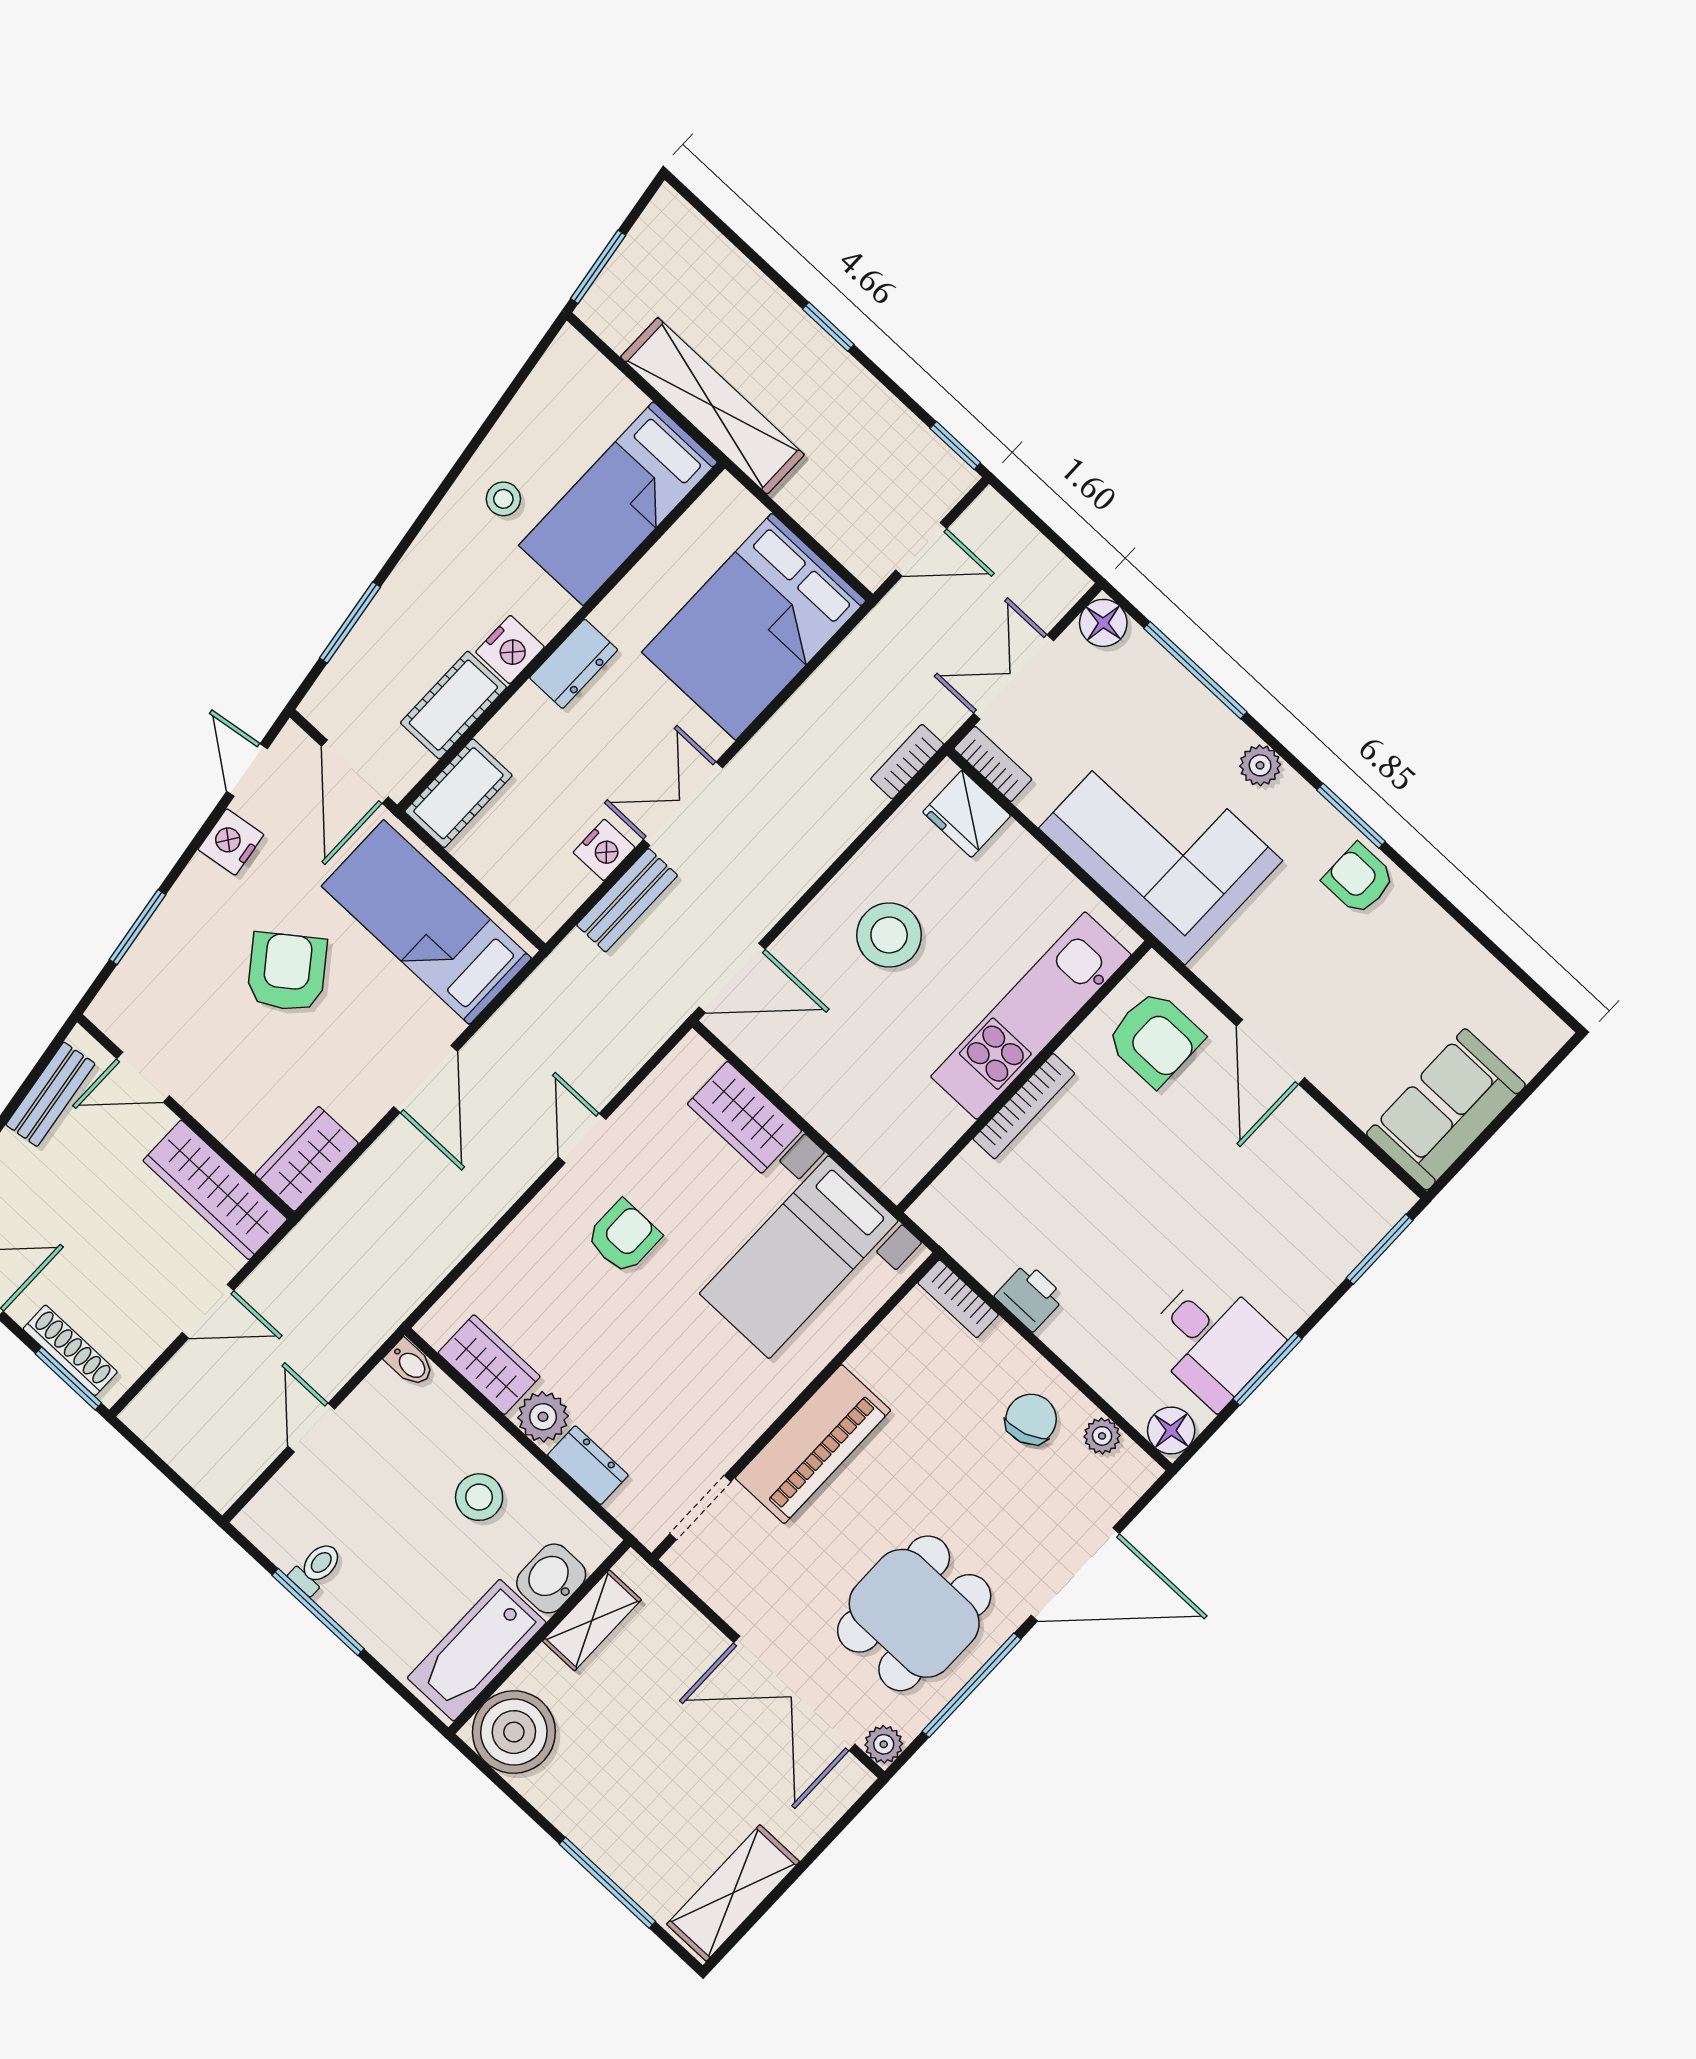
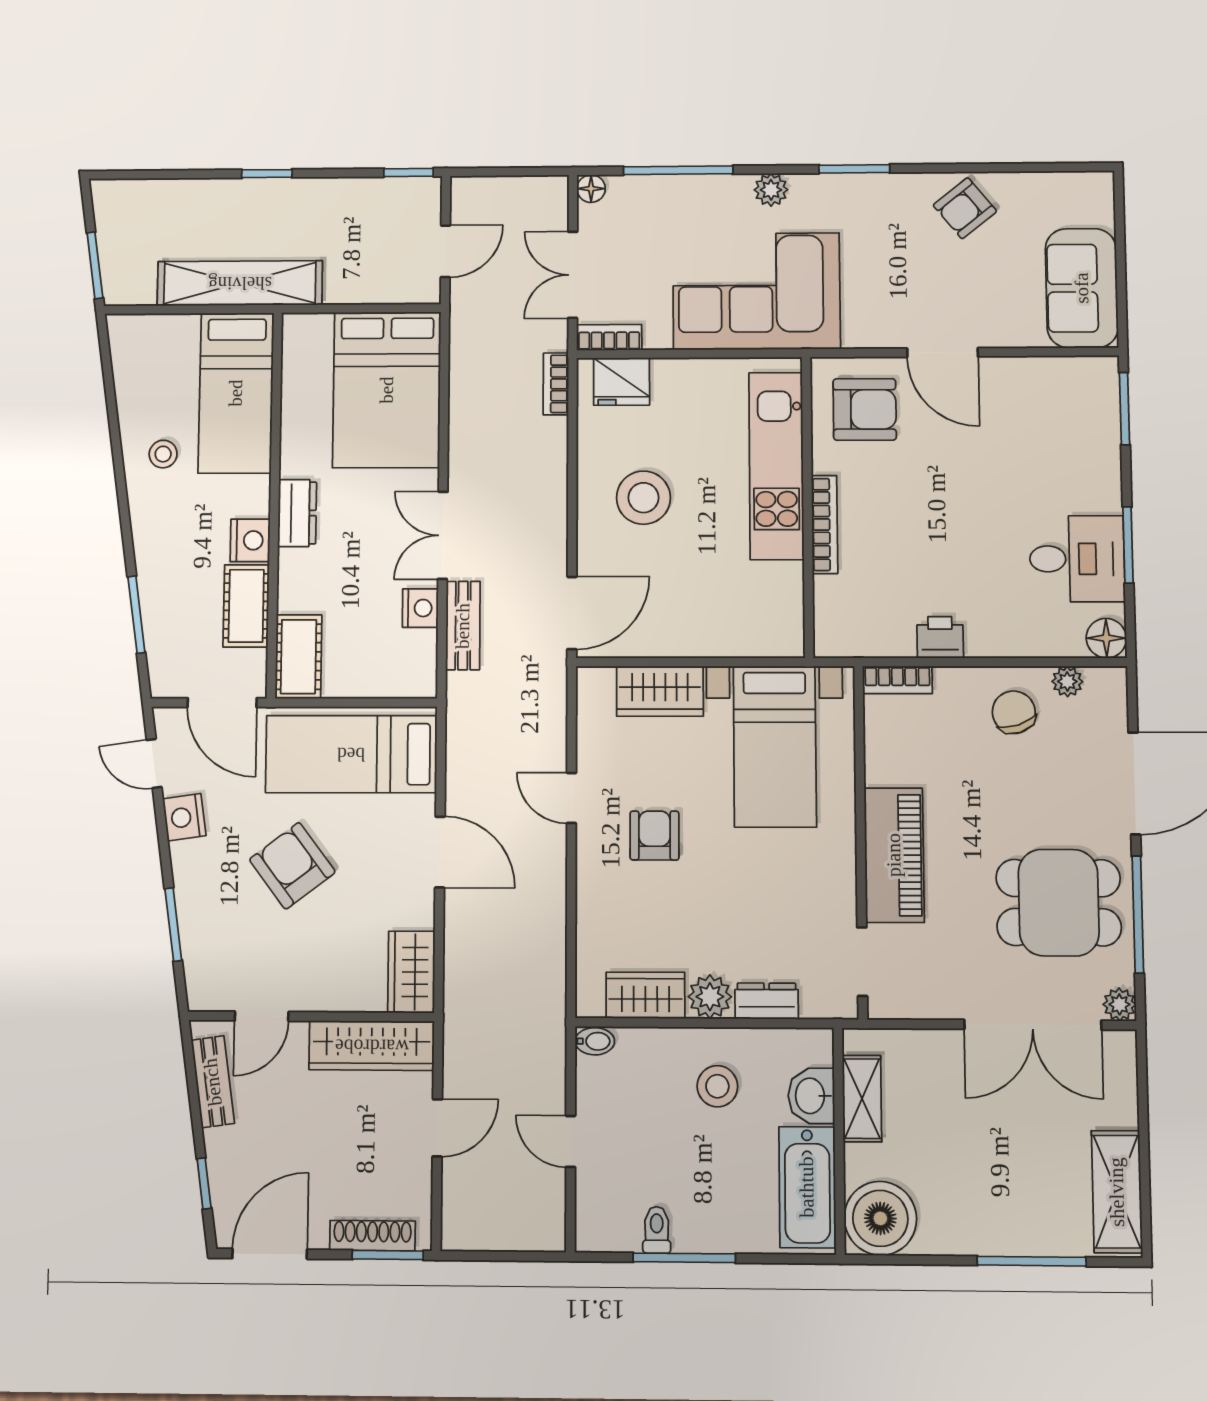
floor lamp: (1103, 623) -> (591, 189), width x0.73, depth x0.73
armchair: (1359, 879) -> (965, 208), moved, turned -39
dining table: (914, 1613) -> (1059, 903), turned 90

